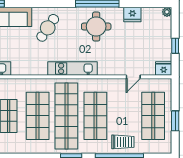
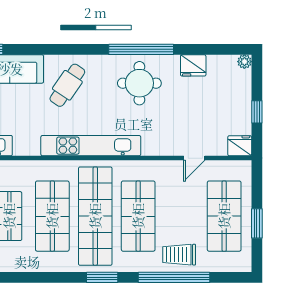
kitchen unit: (72, 68) -> (91, 146), width x1.36
trolley: (123, 142) -> (179, 255), turned 180

